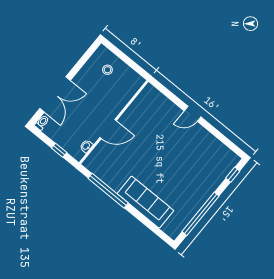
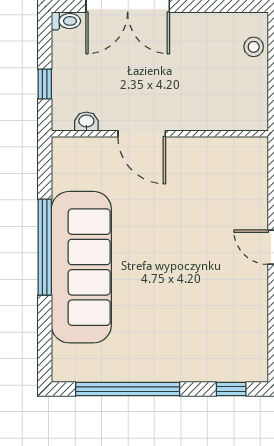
stool: (107, 70) -> (254, 47), moved
window: (108, 191) -> (45, 247), moved
sofa: (145, 202) -> (81, 267), width x1.36, depth x1.27

